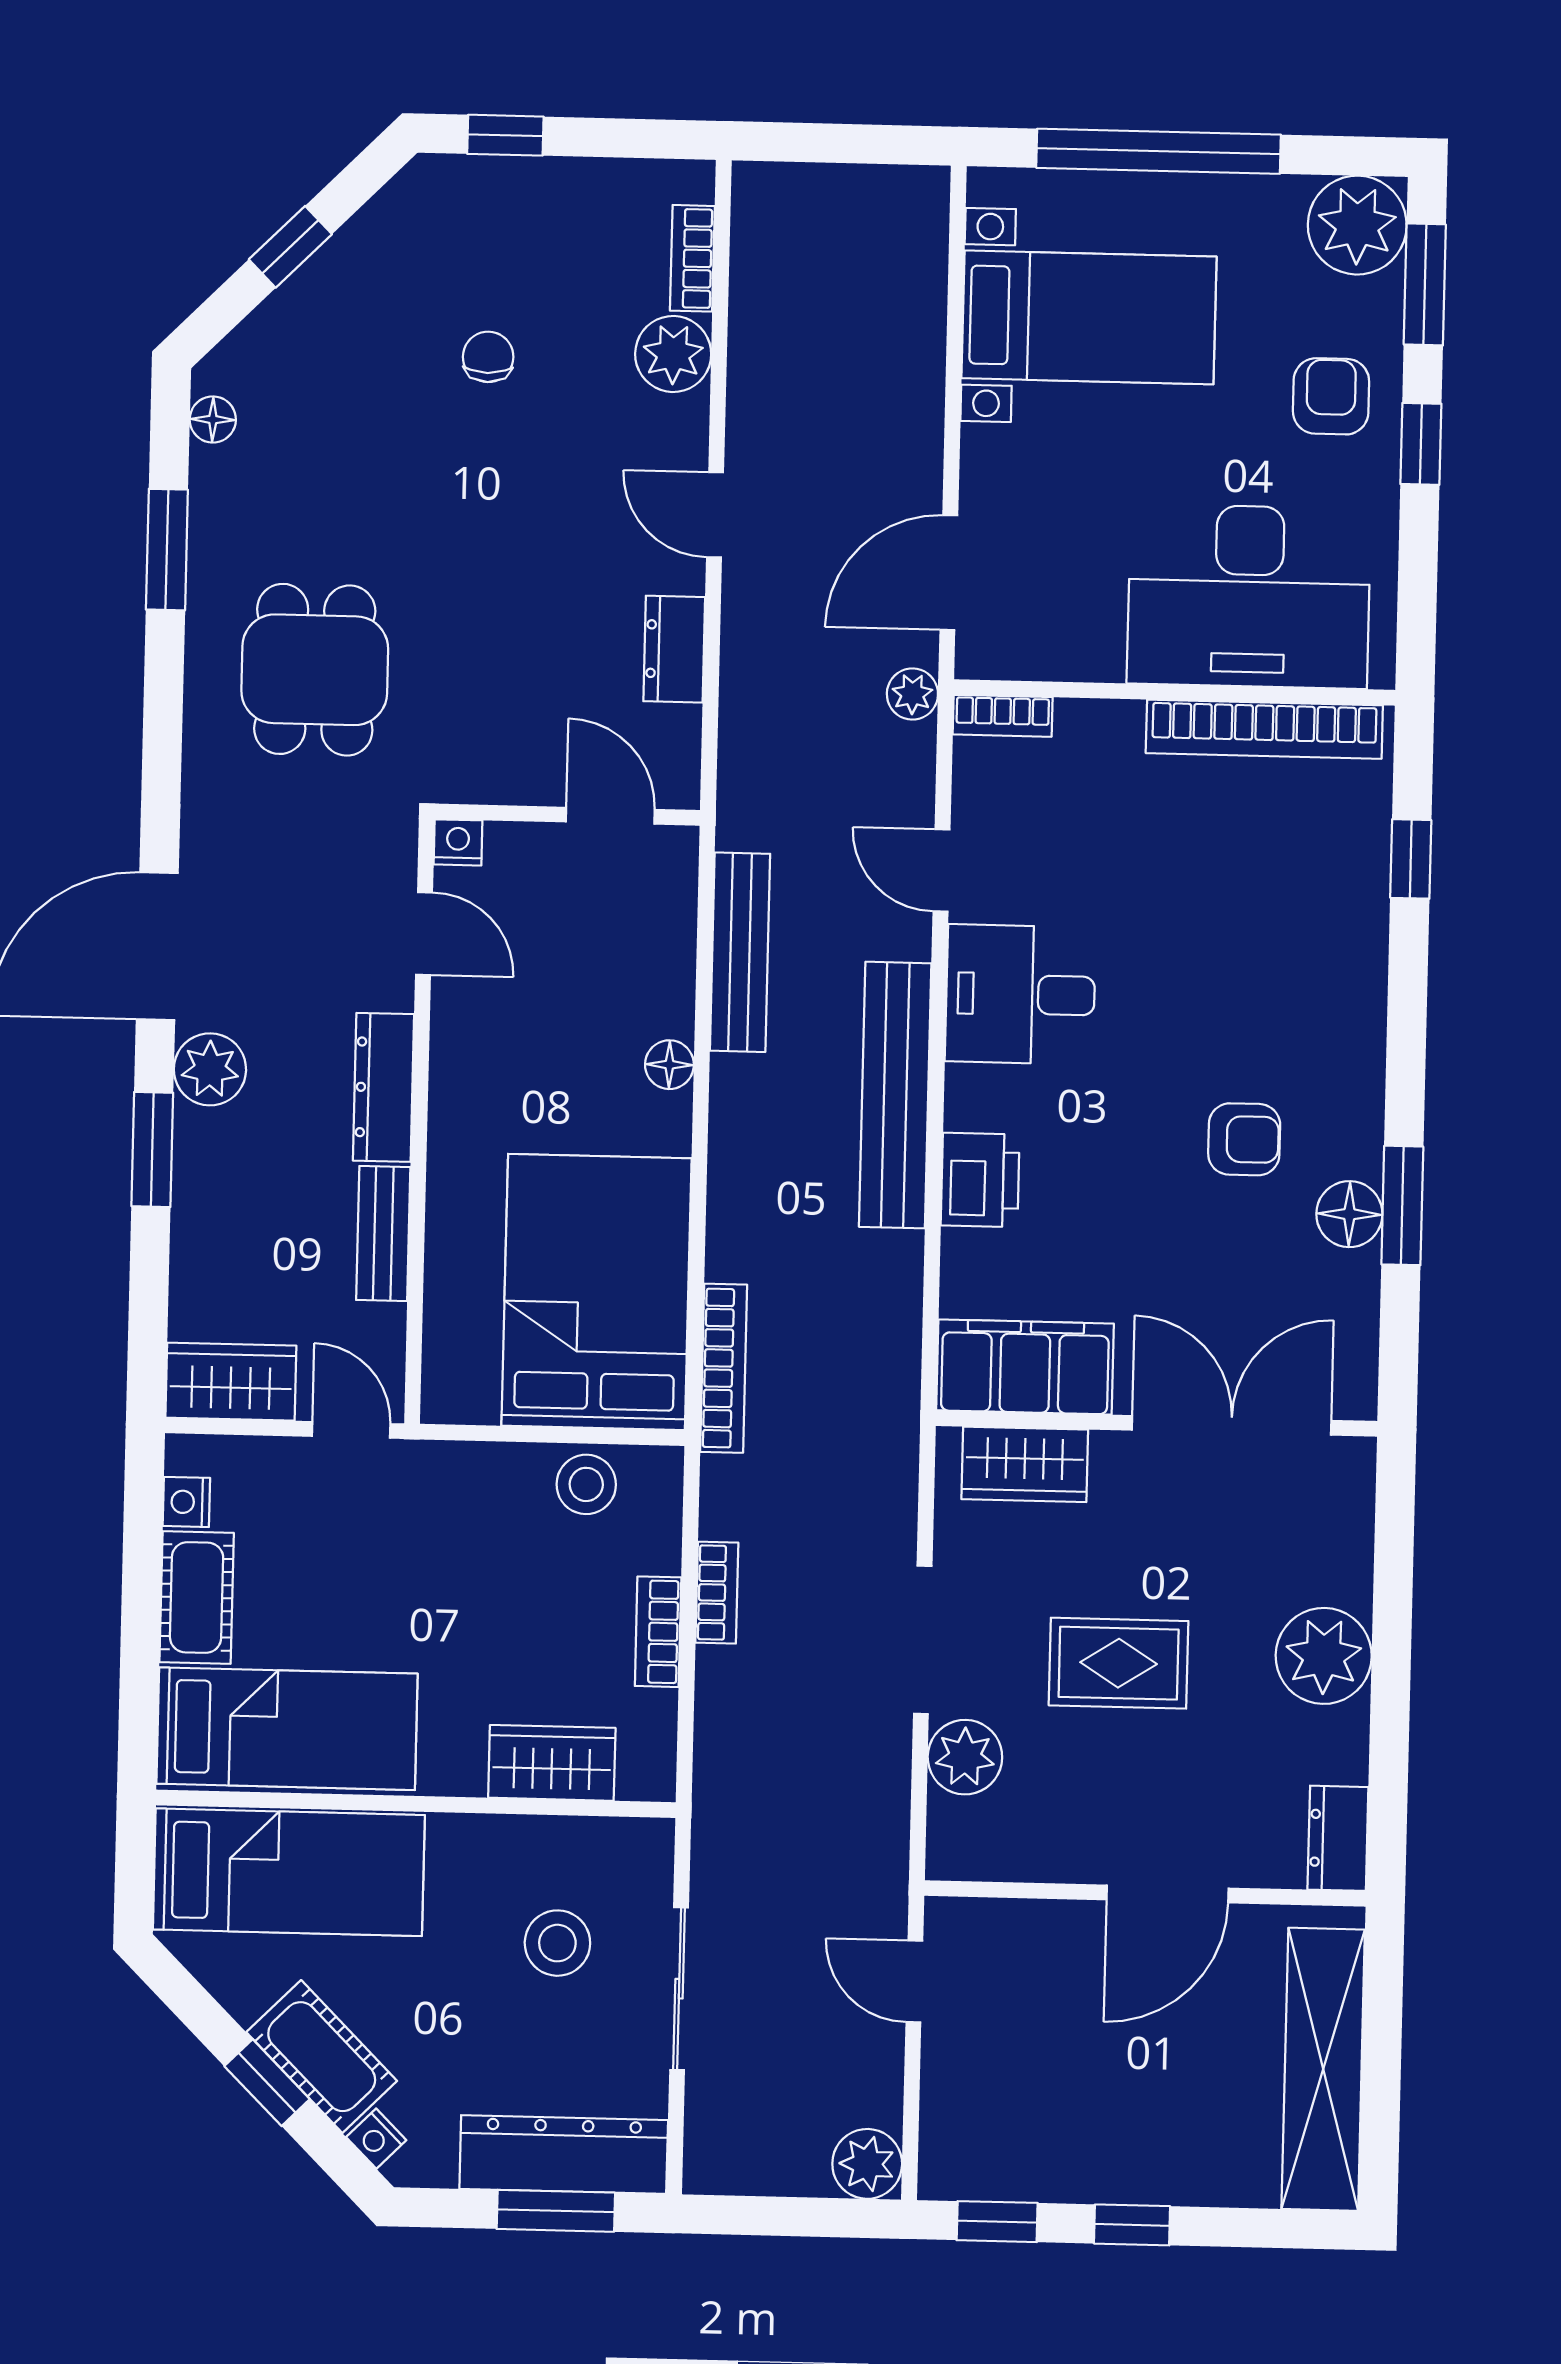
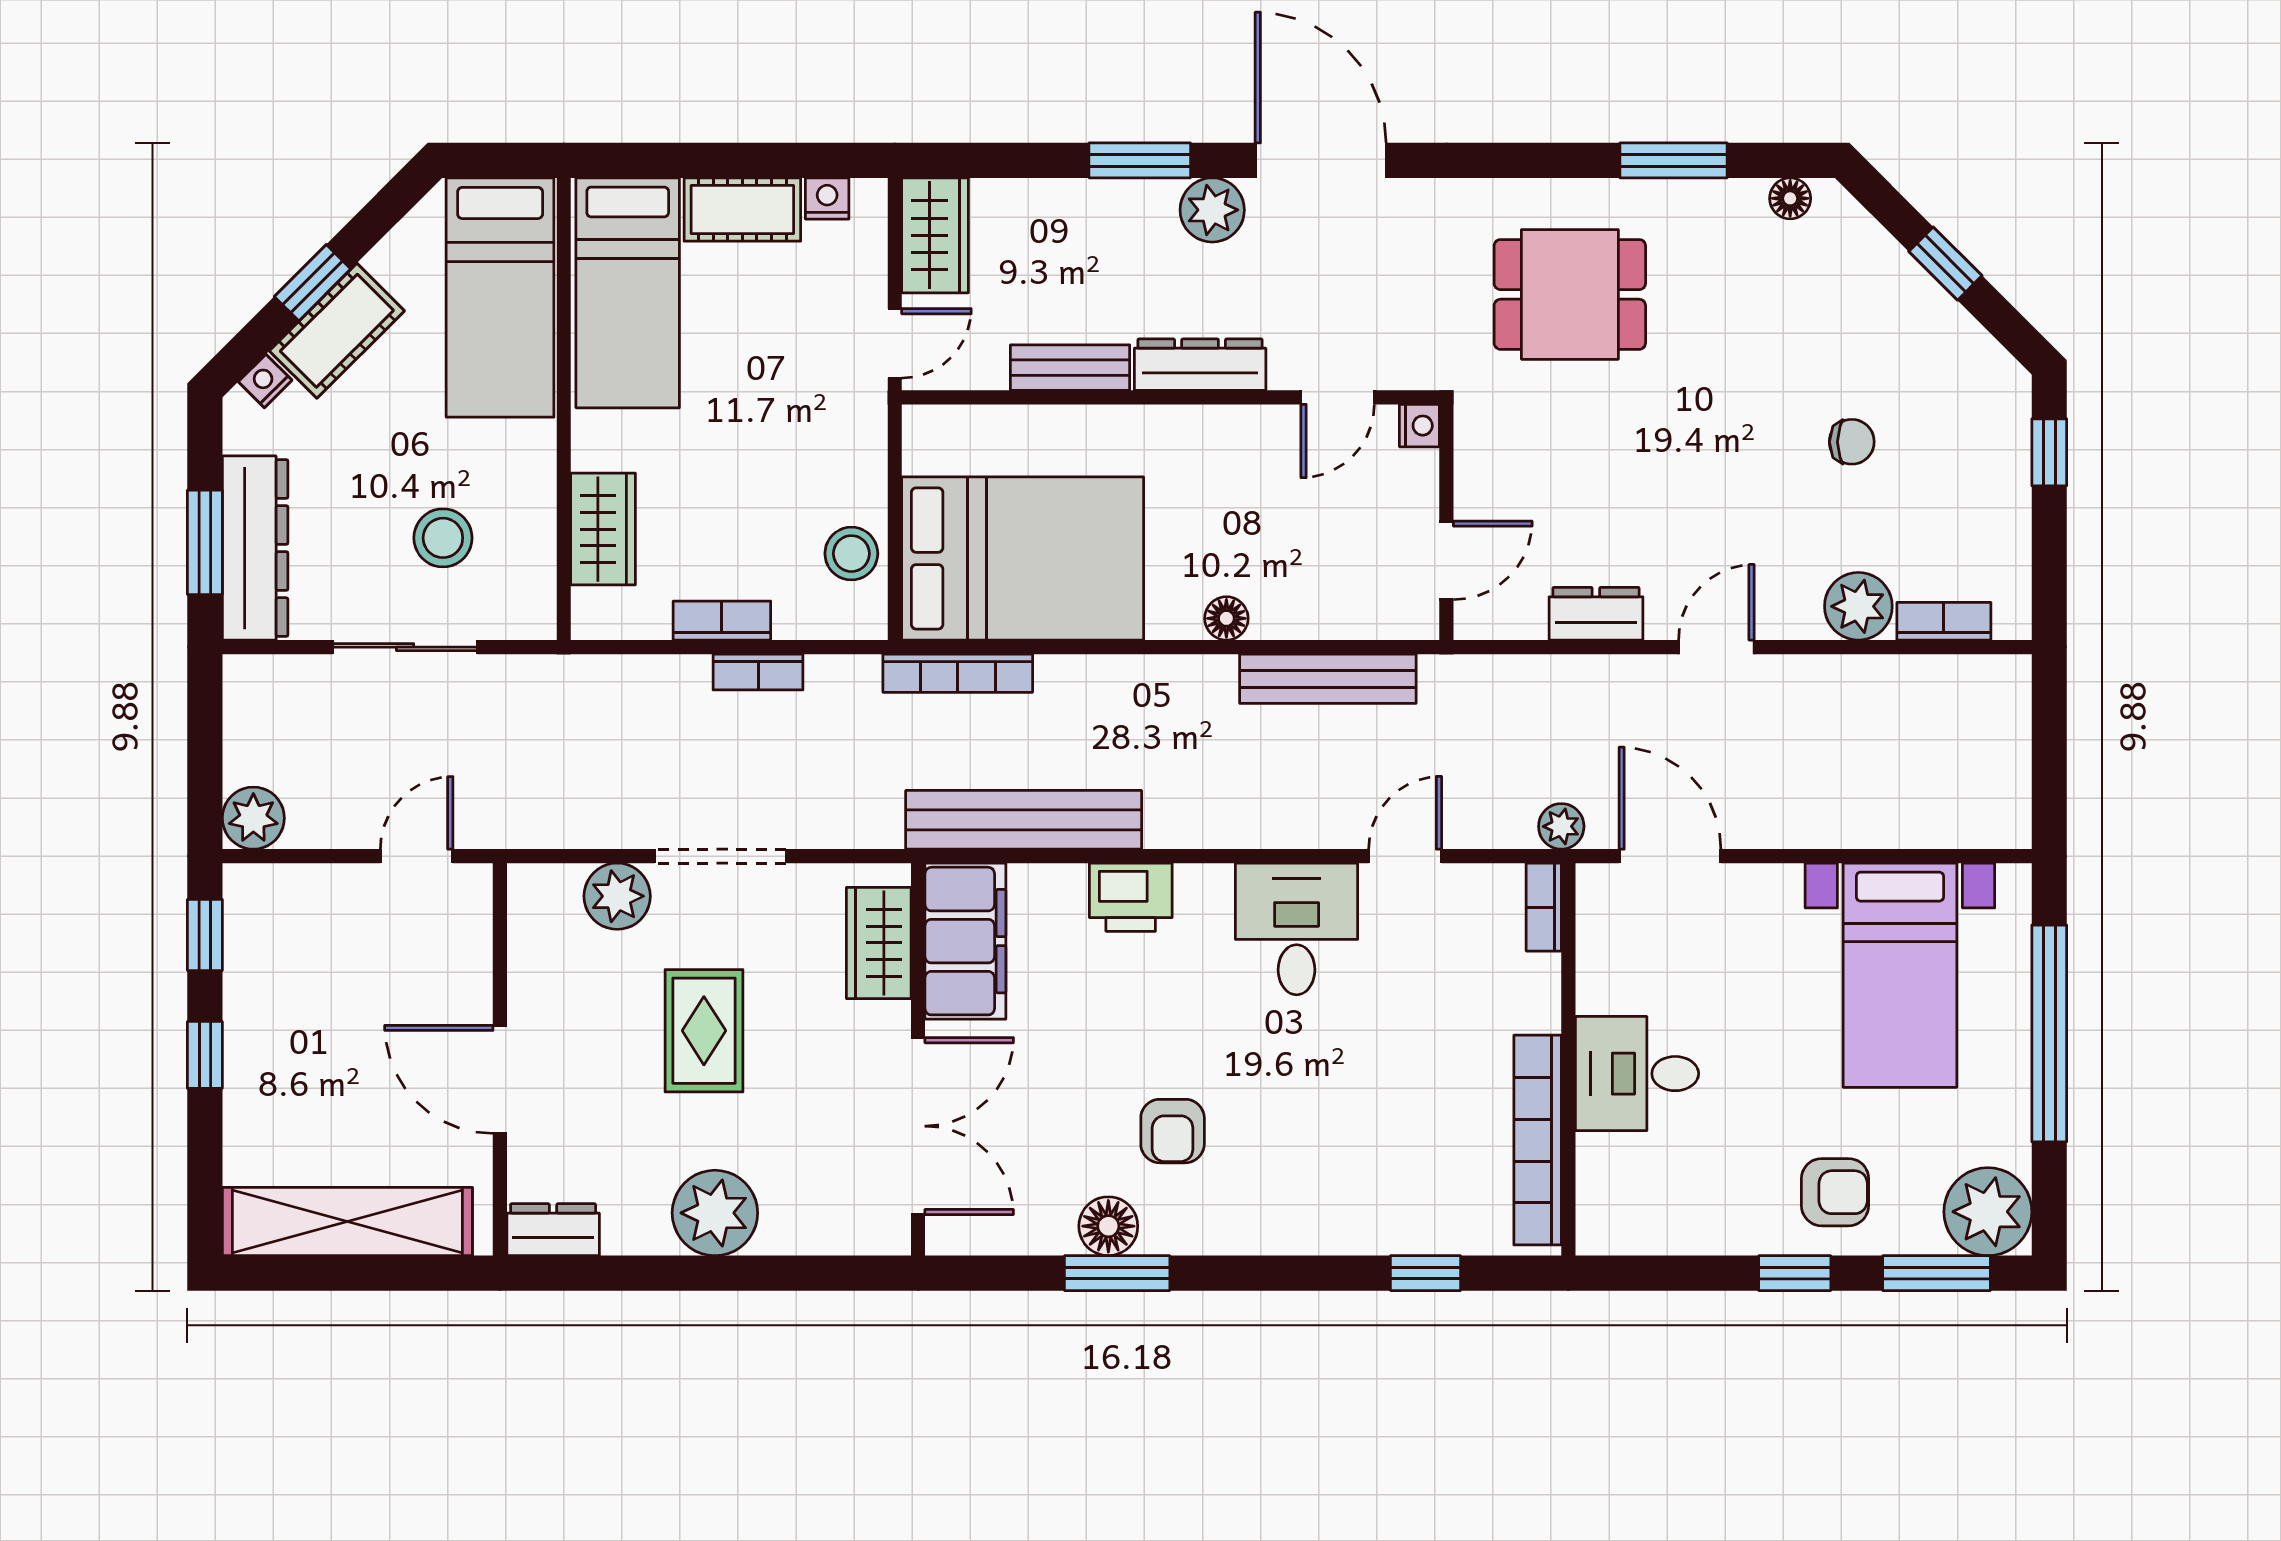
desk: (1249, 596) -> (1637, 1074), width x0.53, depth x0.77
bench: (895, 1095) -> (1024, 820), moved

